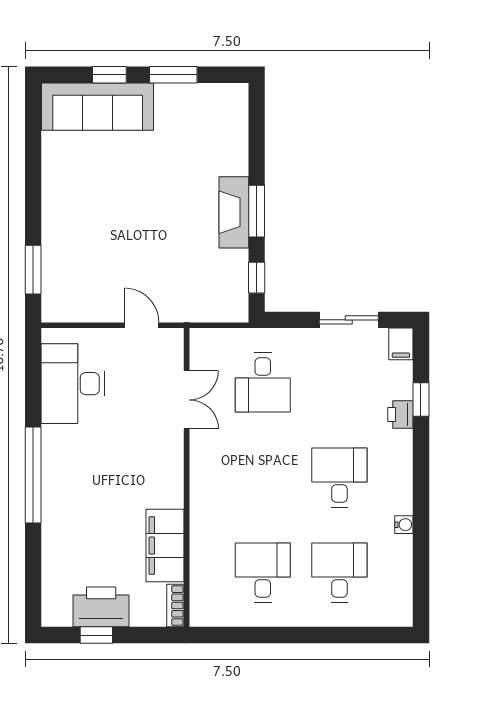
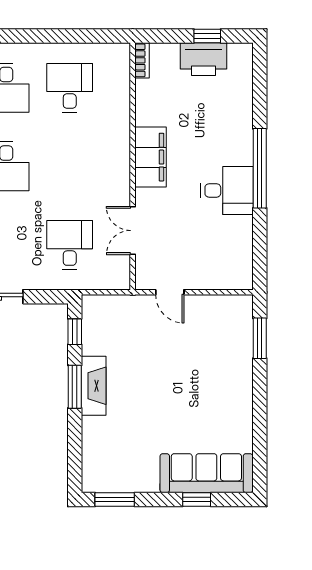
window: (173, 75) -> (115, 499), moved
desk: (73, 384) -> (227, 190), moved, width x0.73
filing cabinet: (165, 546) -> (151, 157), moved
desk: (263, 572) -> (70, 88), turned 180

